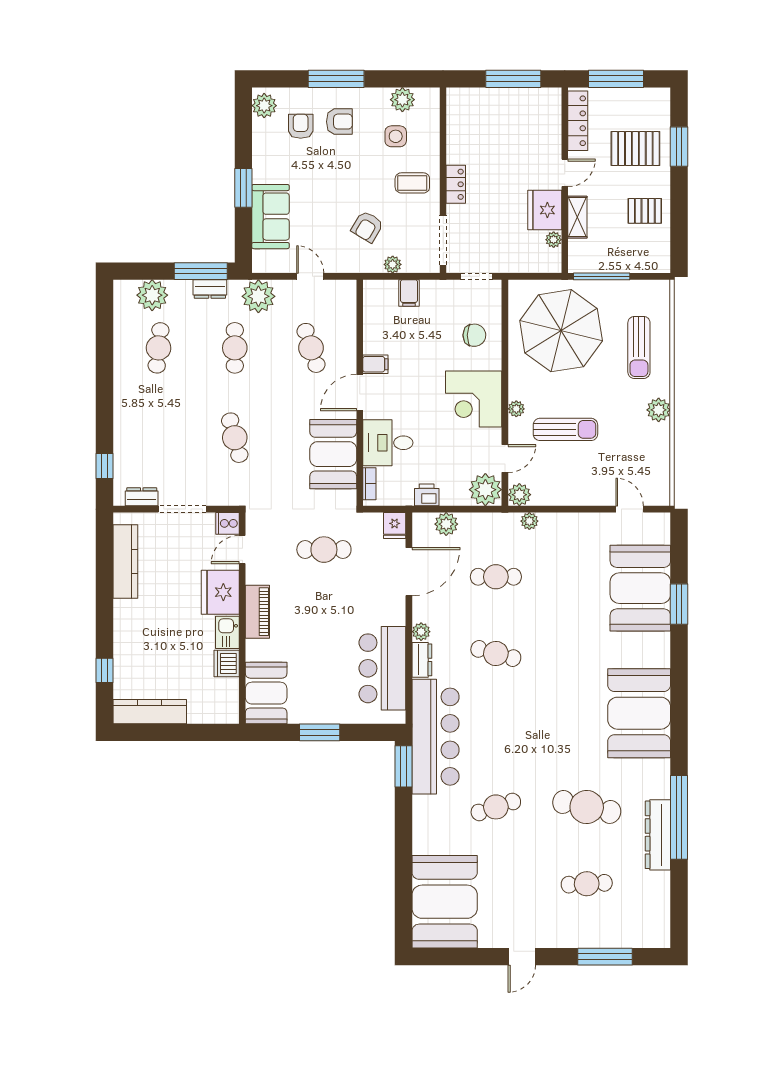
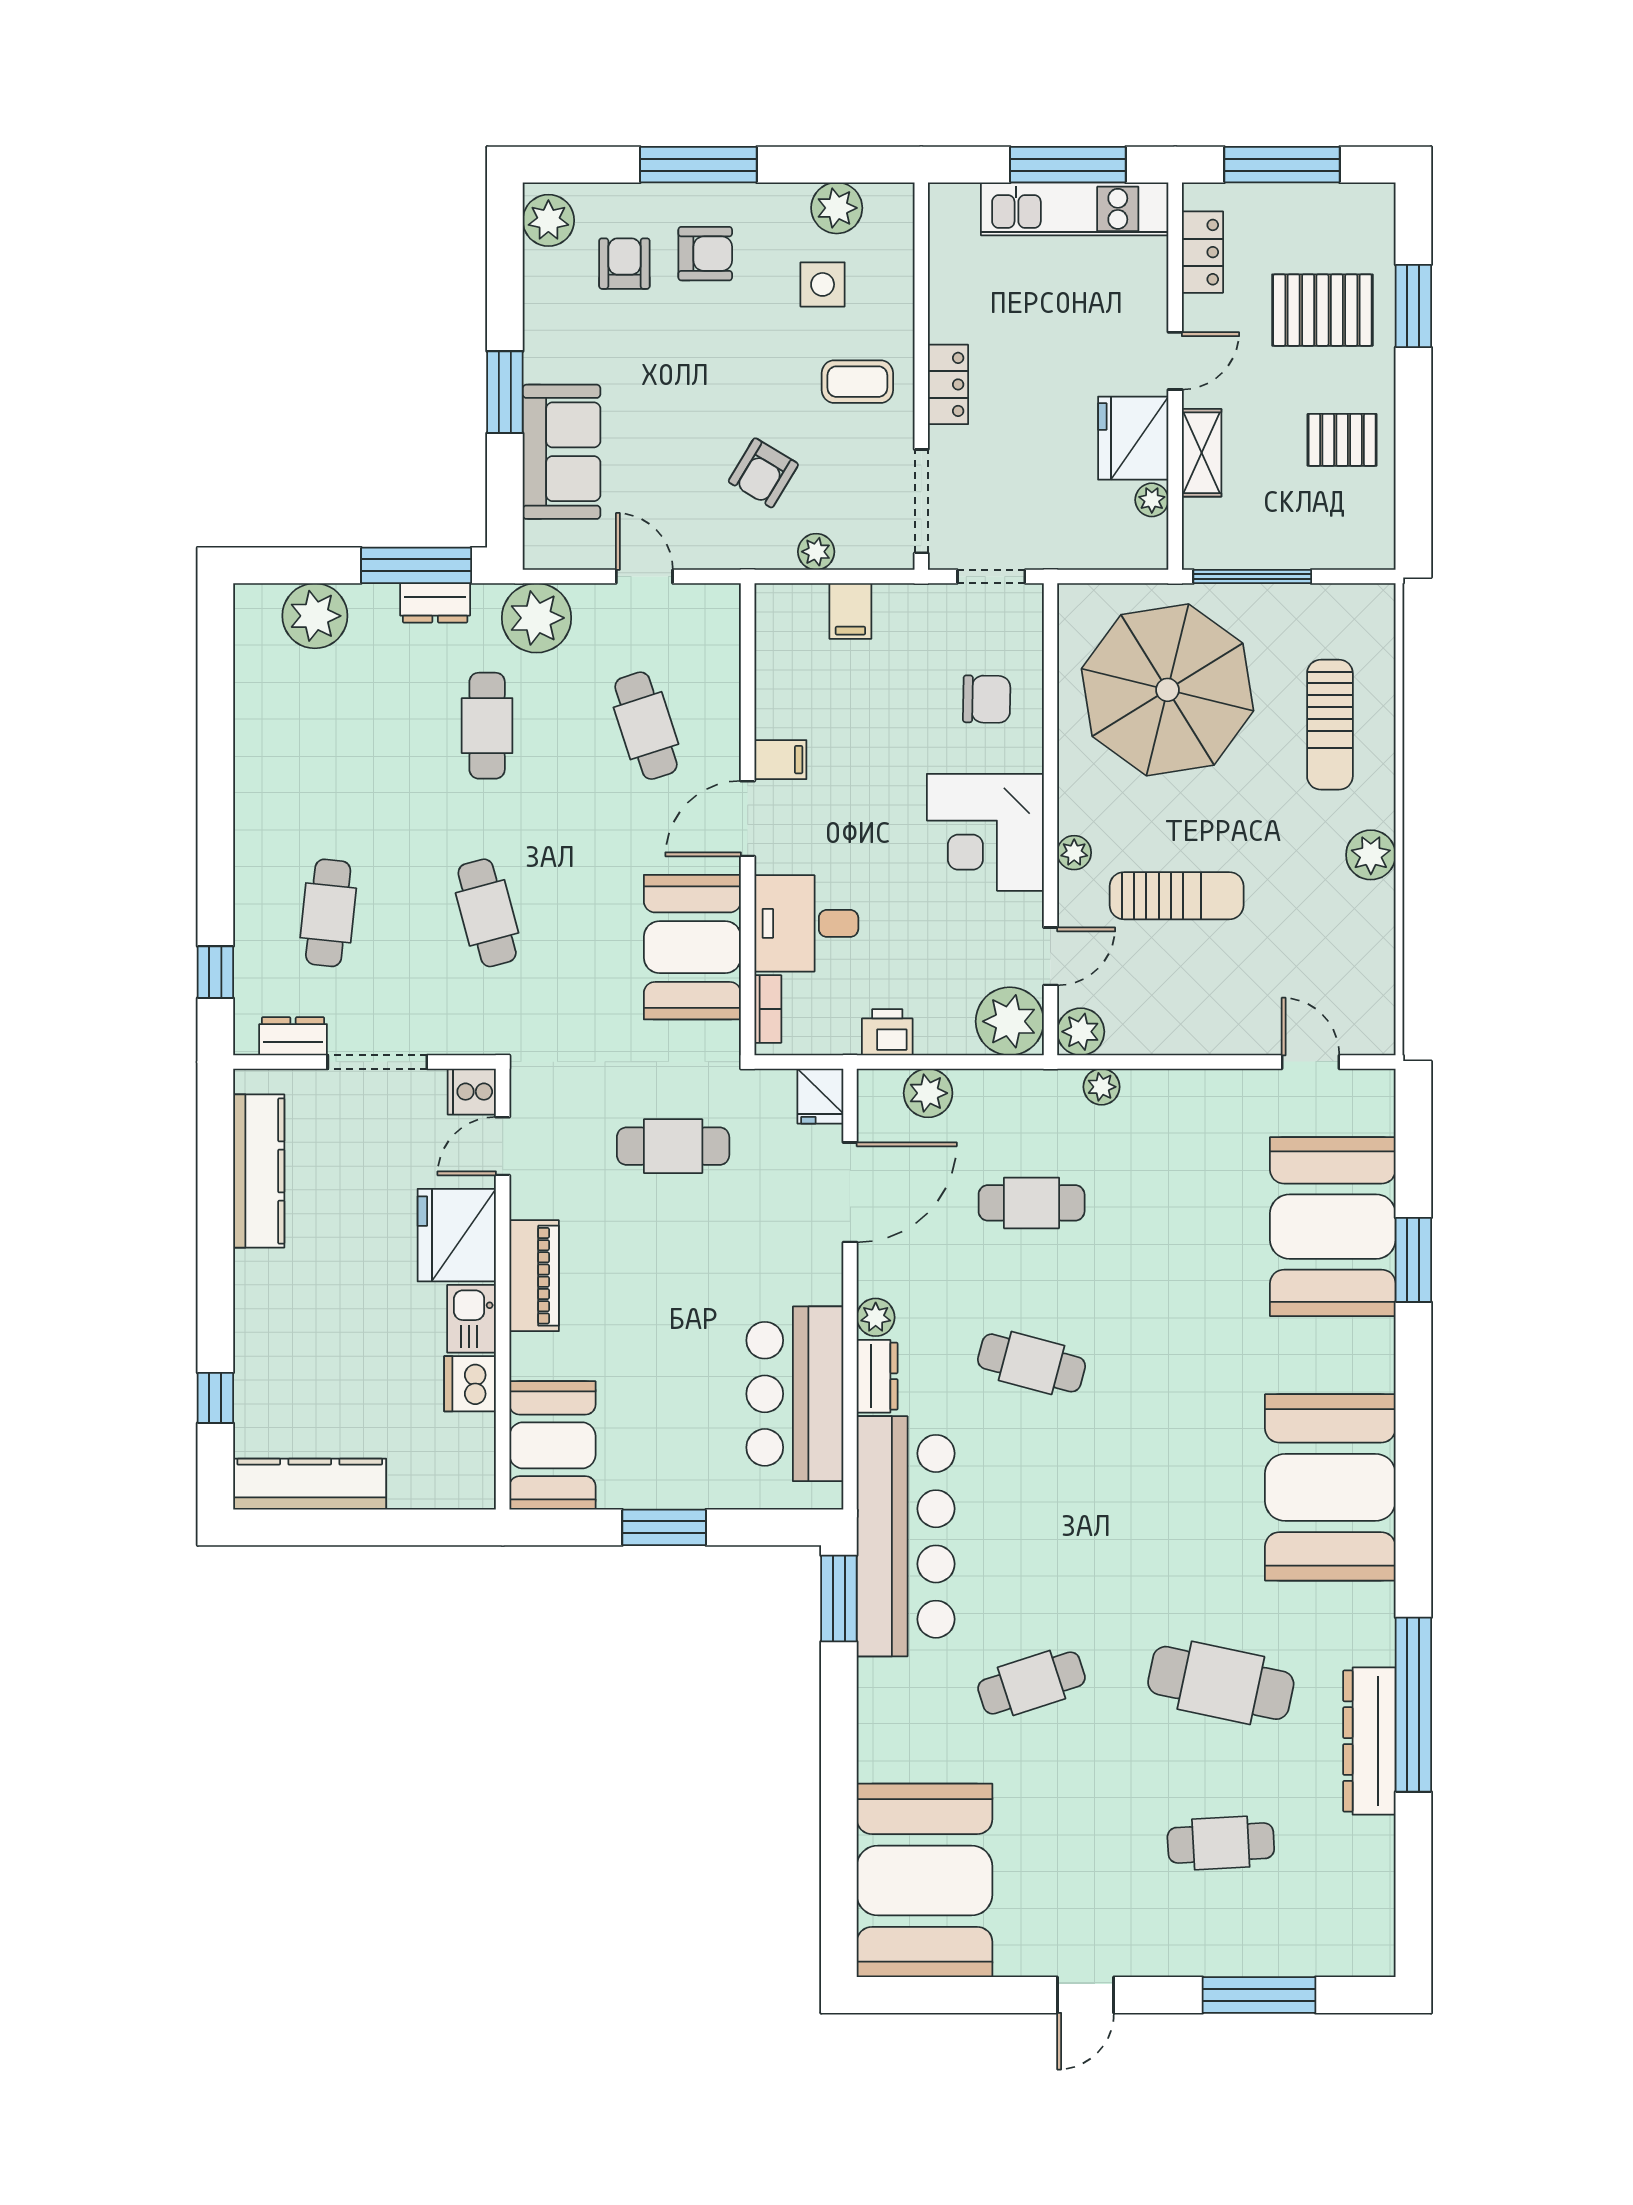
kitchen unit: (517, 100) -> (1075, 209), added
locker: (578, 121) -> (1202, 252), width x0.66
cafe table: (159, 348) -> (328, 913), moved

